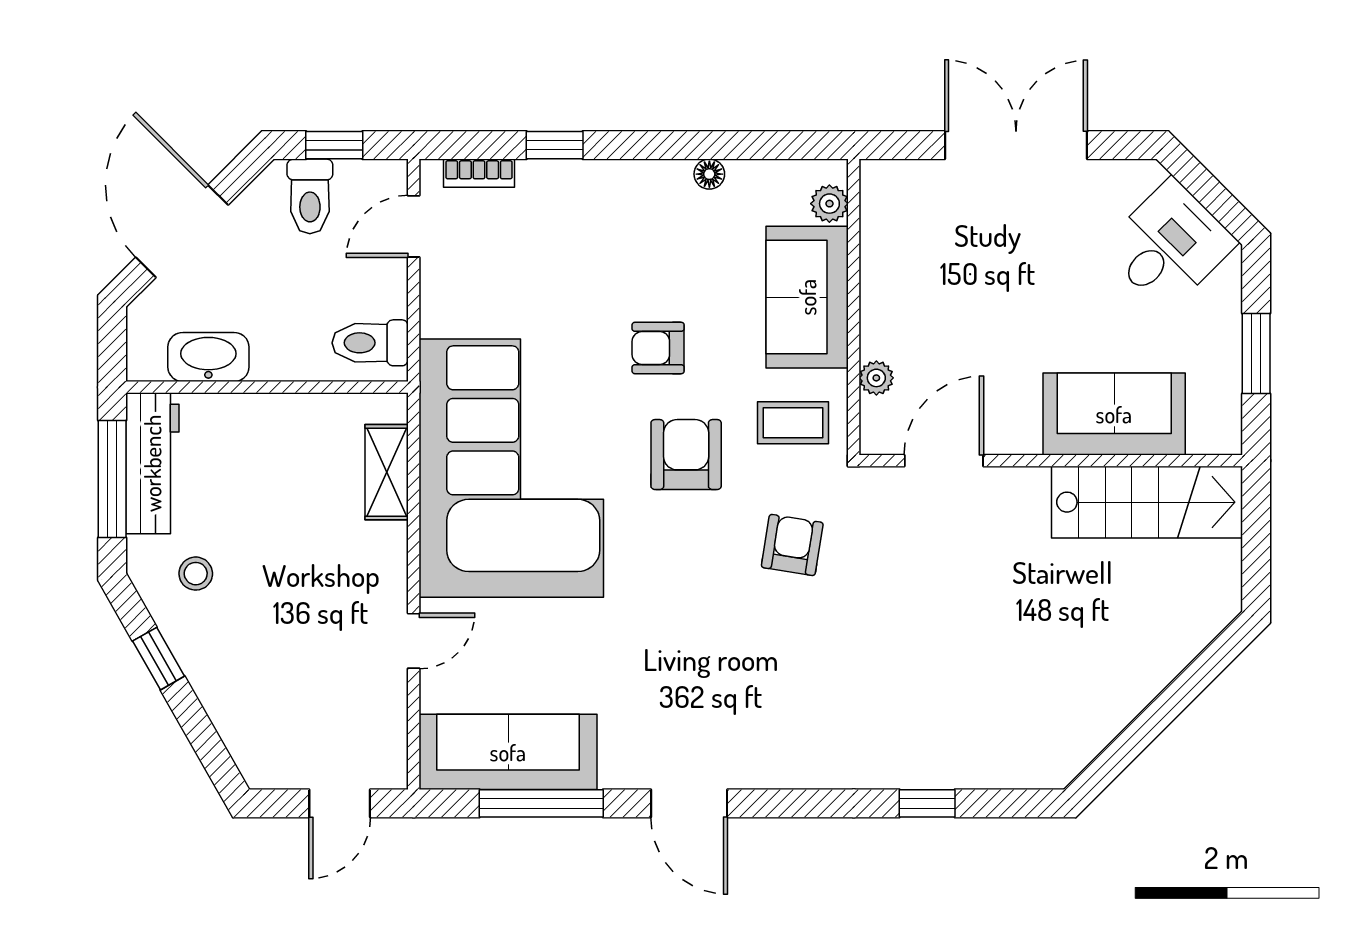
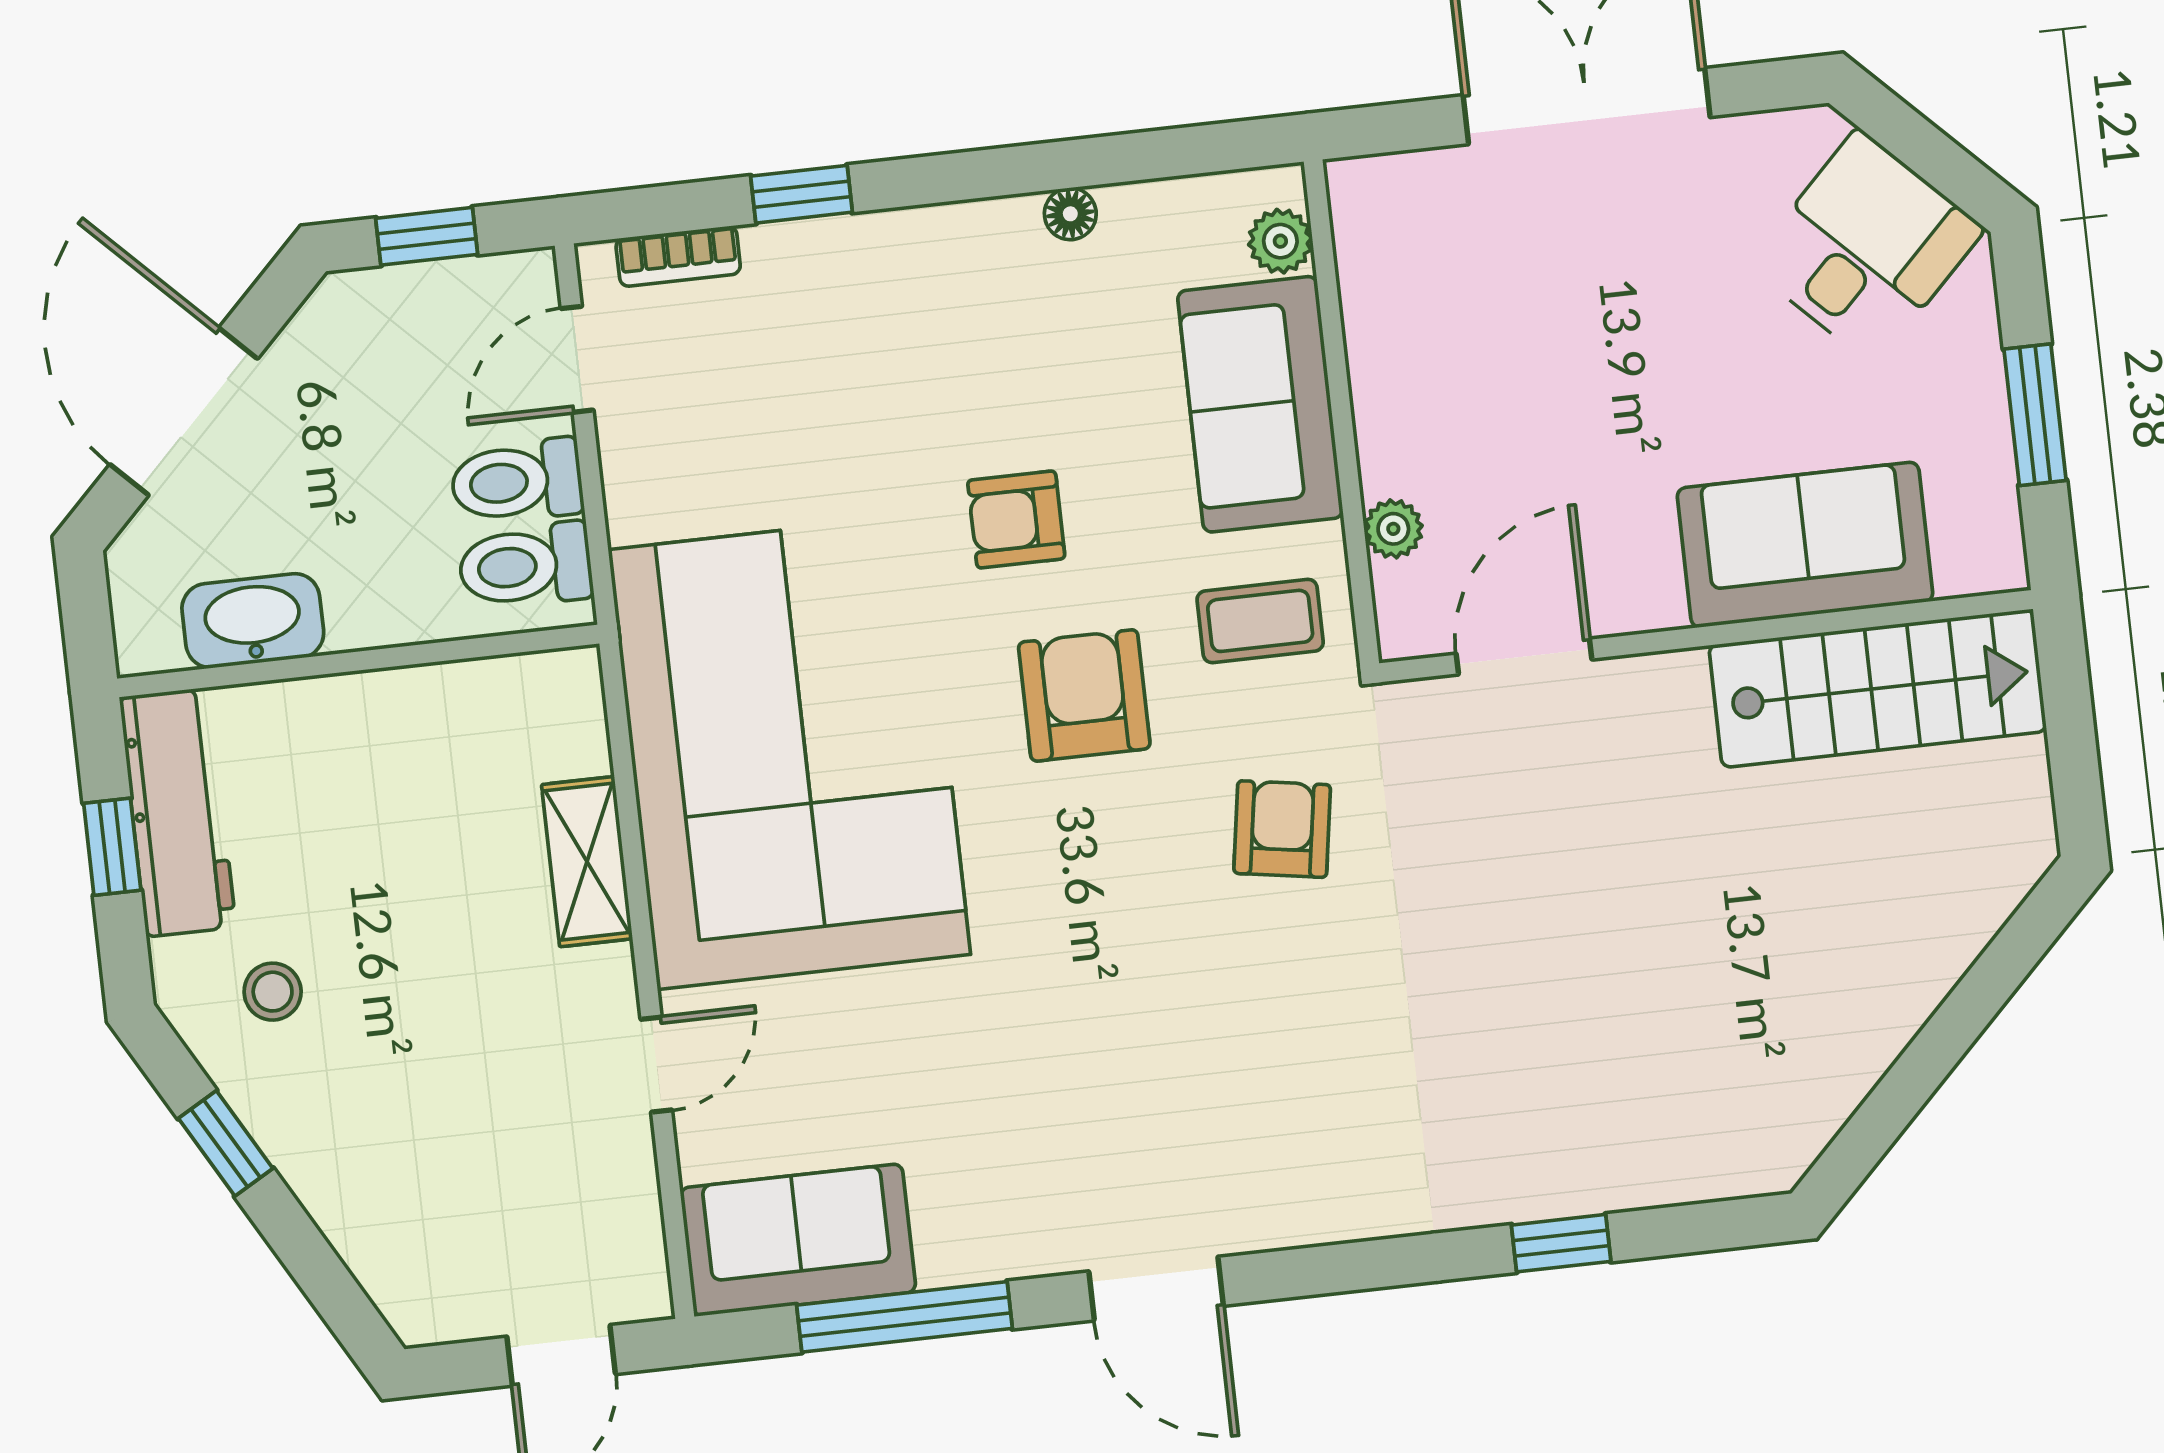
toilet: (310, 196) -> (517, 481), moved, turned 90
shelving: (387, 472) -> (587, 862), moved
window: (112, 479) -> (112, 847), width x0.46
sofa: (508, 752) -> (798, 1240), width x0.73

